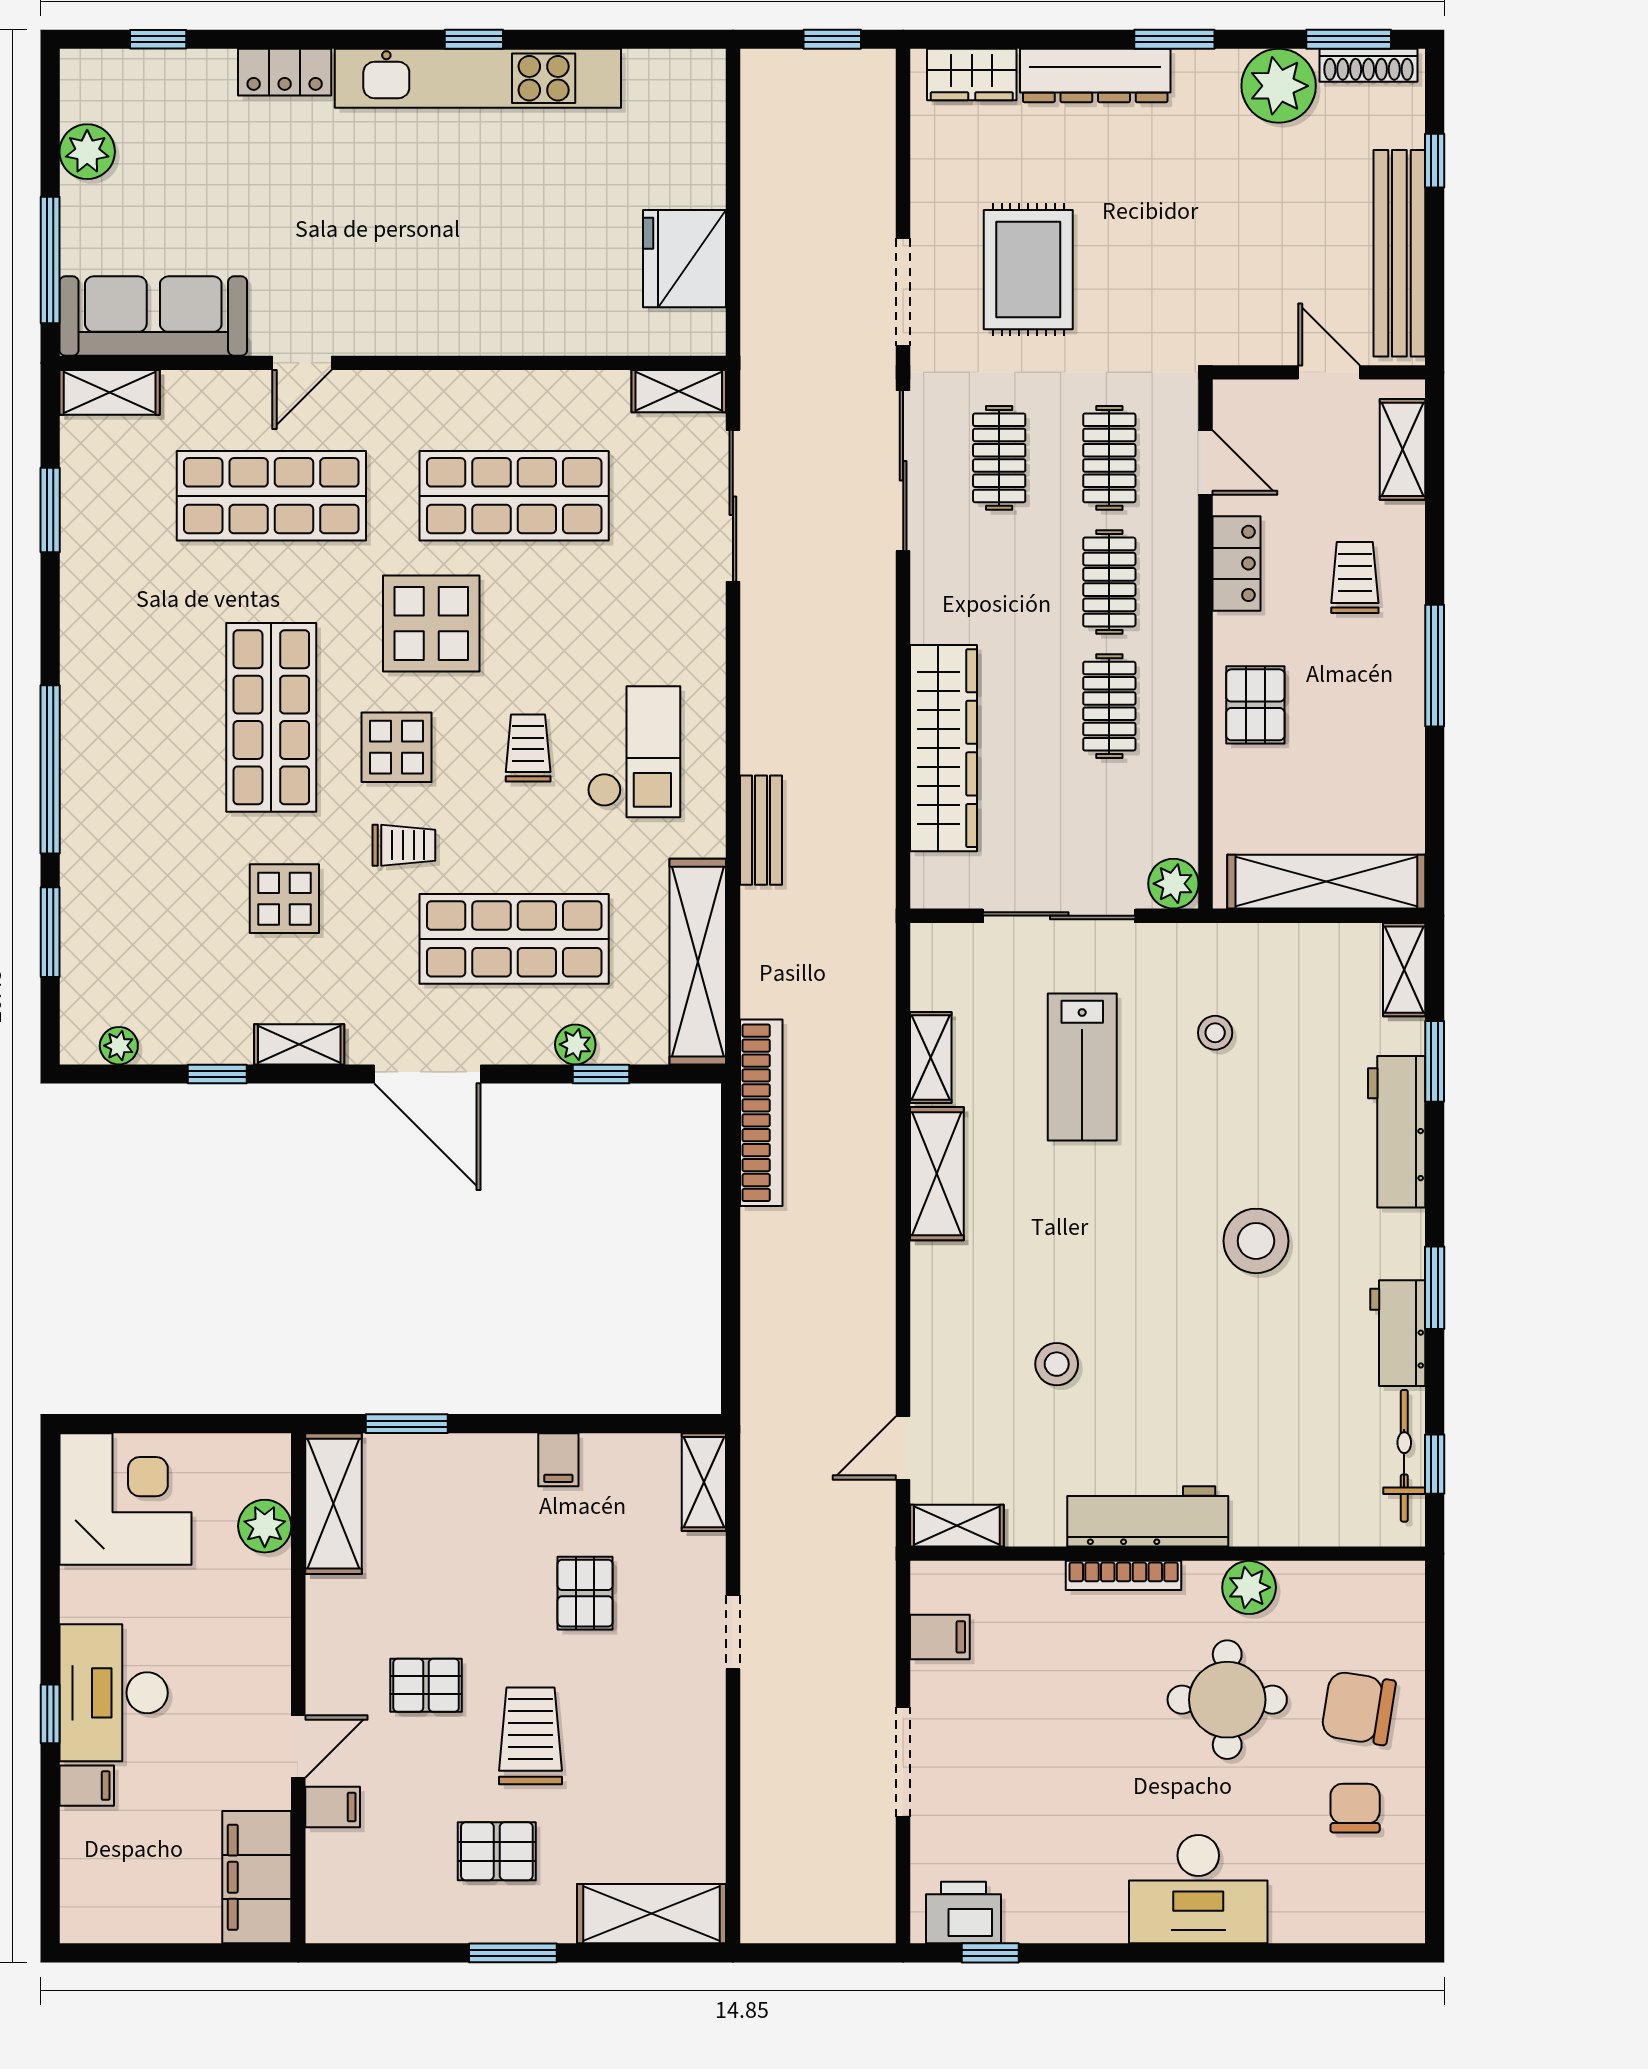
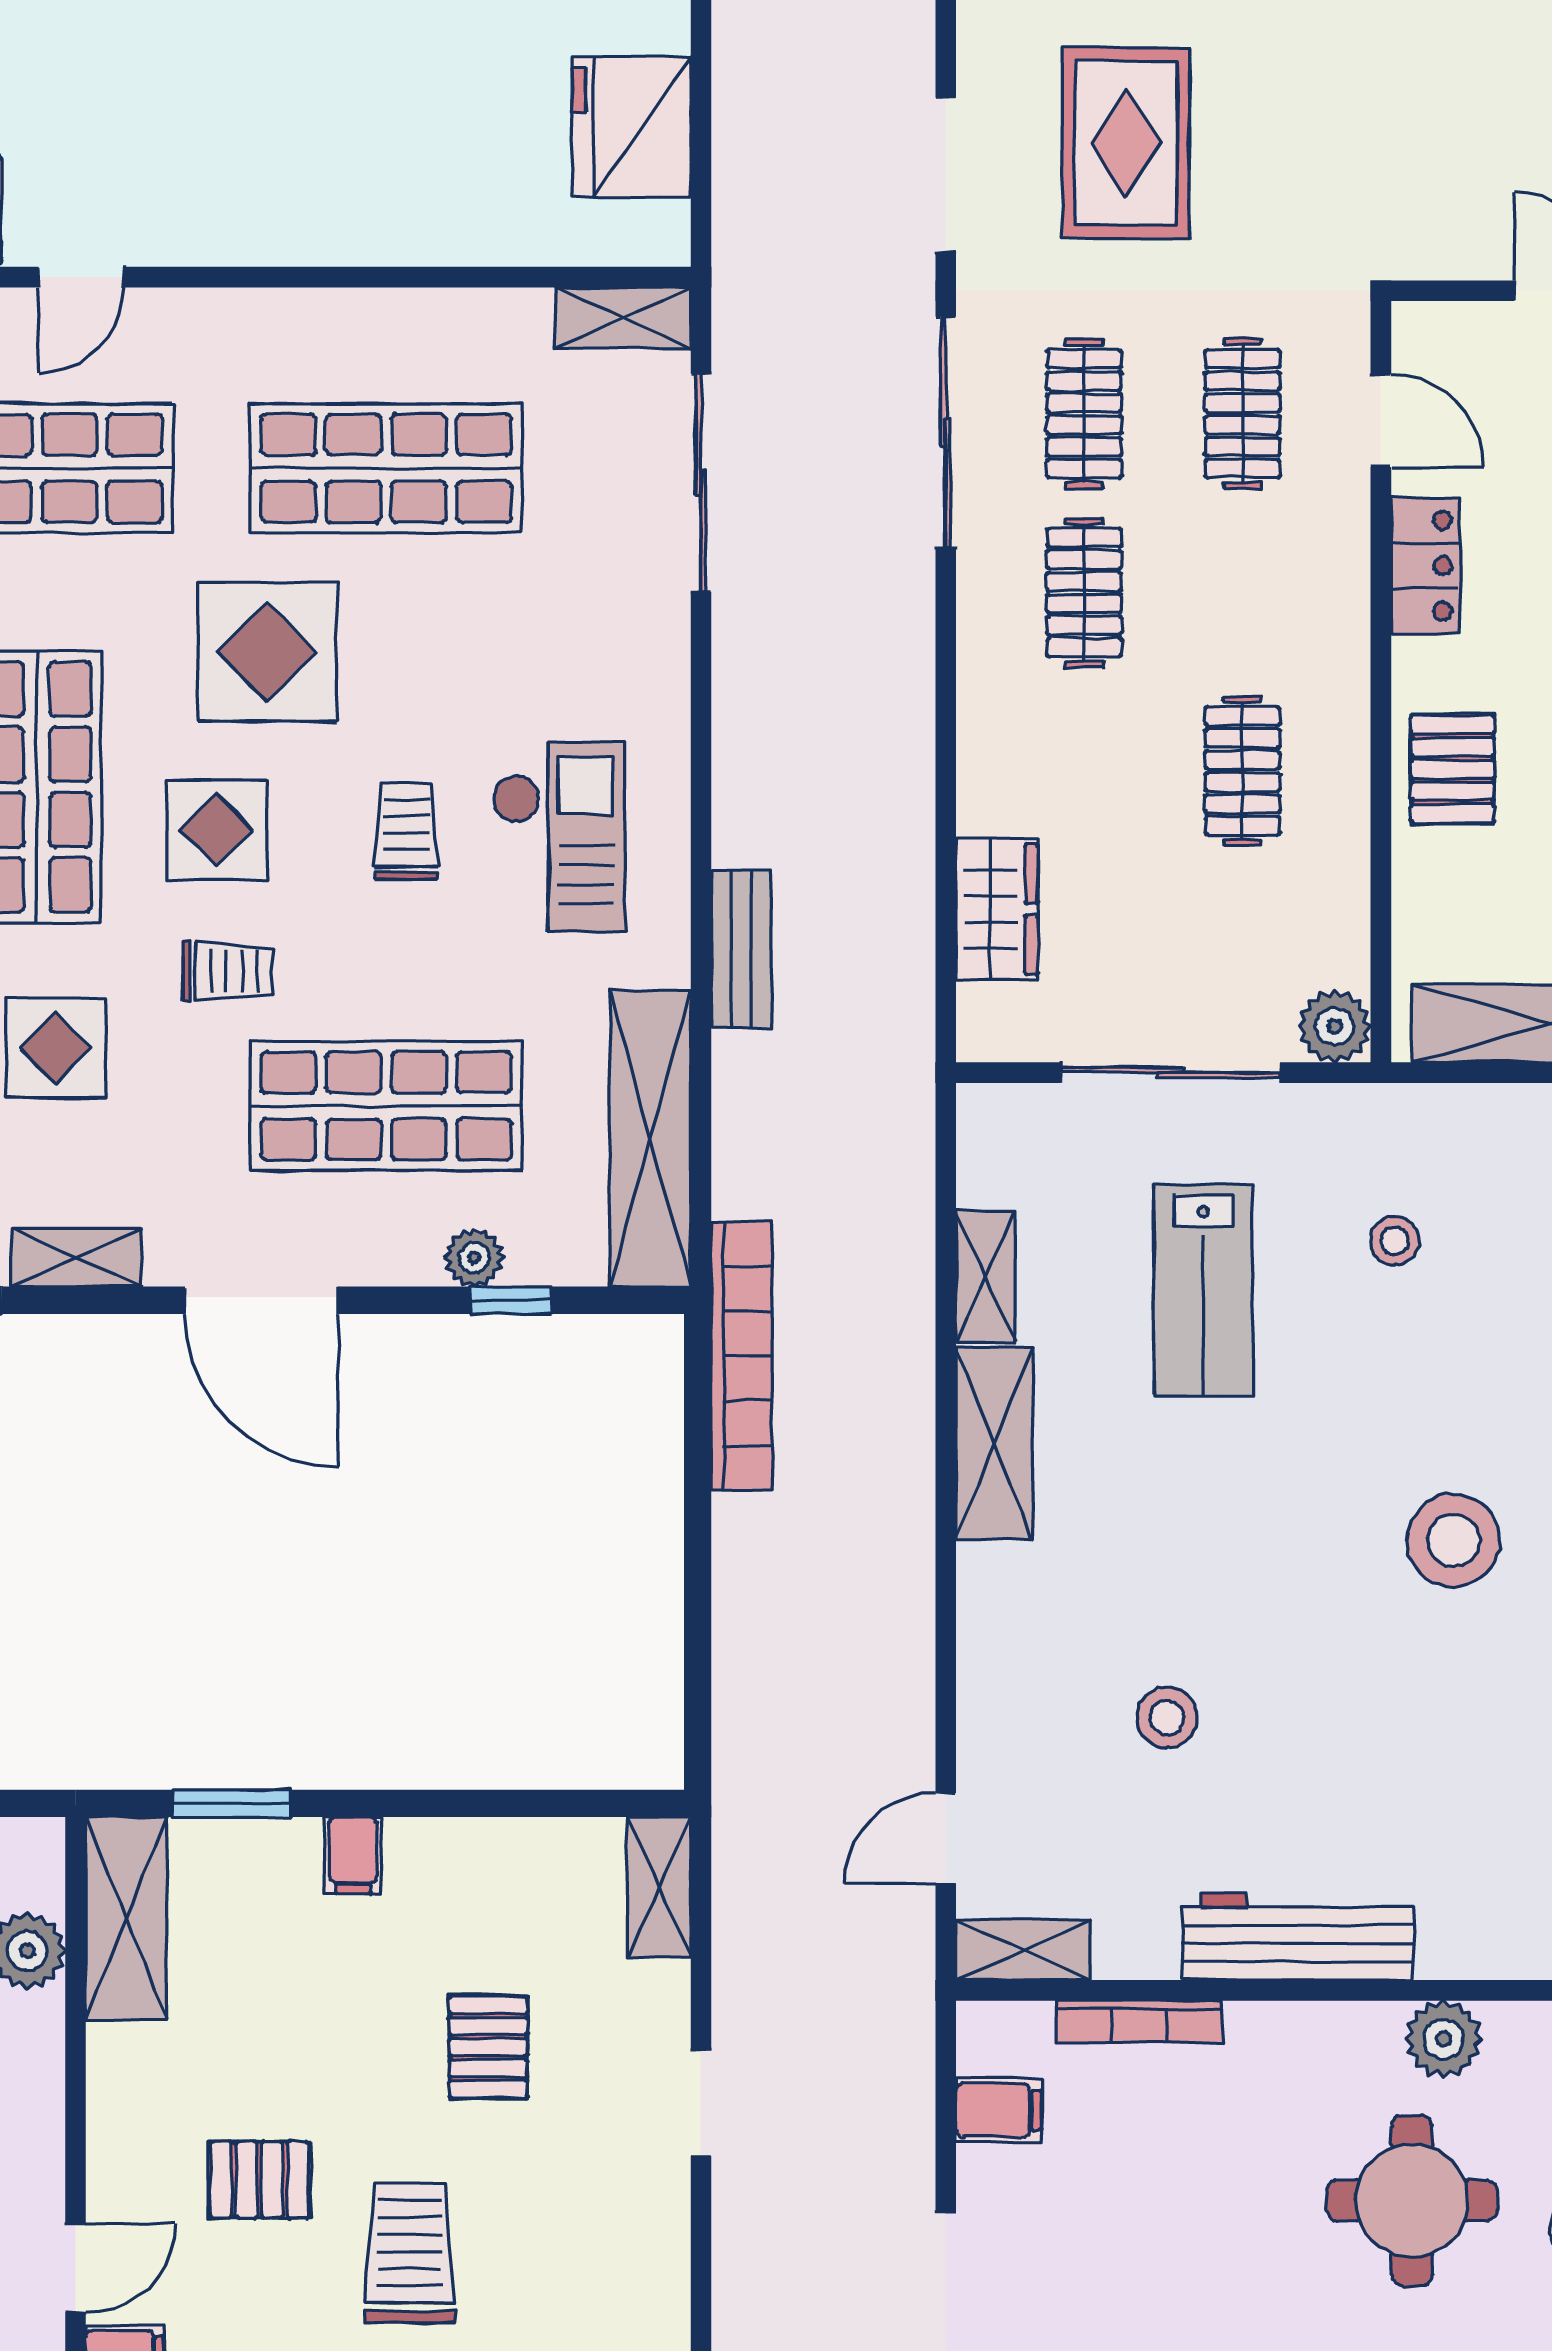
clothes rail: (1109, 582) -> (1084, 592), moved
wardrobe: (944, 748) -> (997, 909), width x0.48, depth x0.85
filing cabinet: (558, 1460) -> (353, 1855), moved
bookcase: (1124, 1575) -> (1139, 2022), moved

